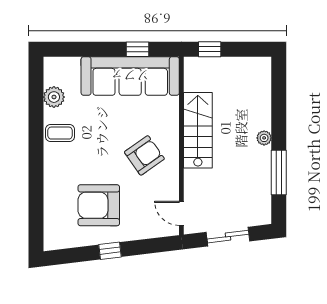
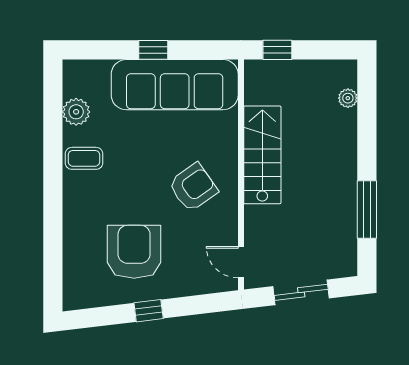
window: (138, 49) -> (153, 50), moved
plant: (264, 138) -> (348, 98), moved
armchair: (99, 205) -> (134, 252), turned 90

